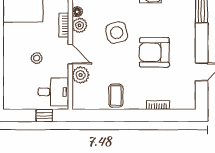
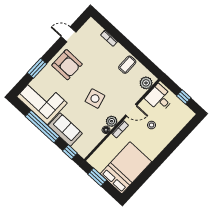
armchair: (154, 52) -> (67, 65), moved
door: (70, 54) -> (131, 110), swing flipped
plant: (81, 75) -> (146, 83), moved
window: (44, 115) -> (184, 97), moved

